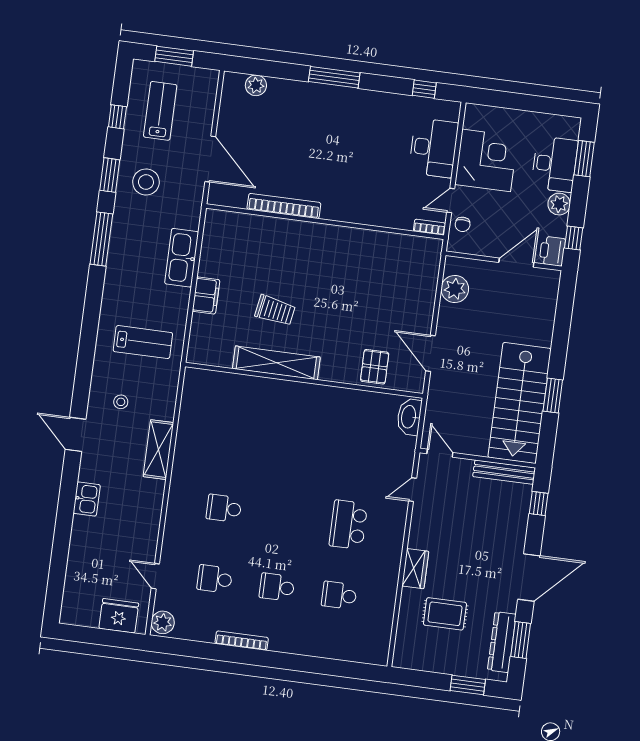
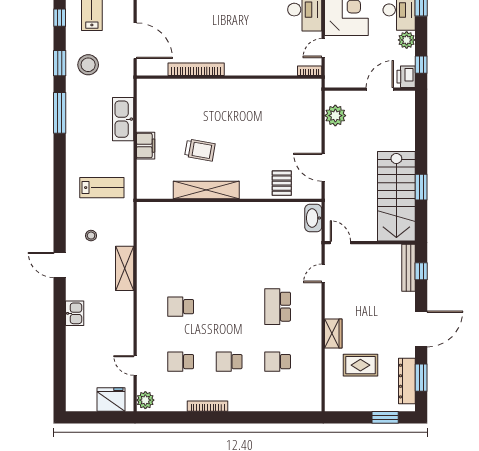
chair: (463, 224) -> (335, 65), removed
bench: (504, 472) -> (408, 268), moved, turned 90

